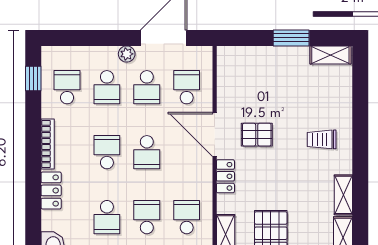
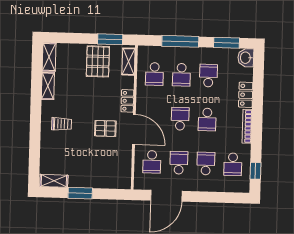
plant: (127, 54) -> (192, 186), removed

